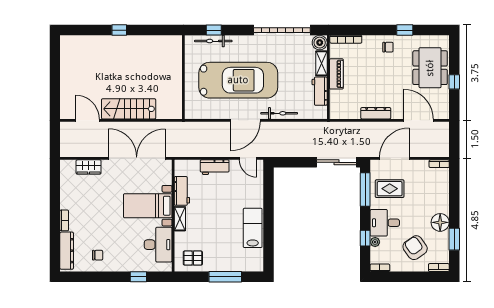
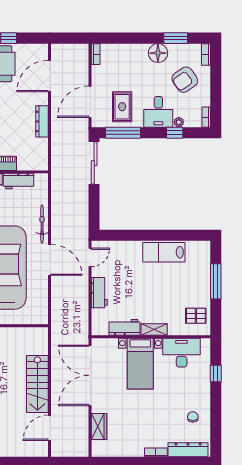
door: (394, 158) -> (90, 102), hinge flipped
pallet: (193, 258) -> (196, 316), turned 90

